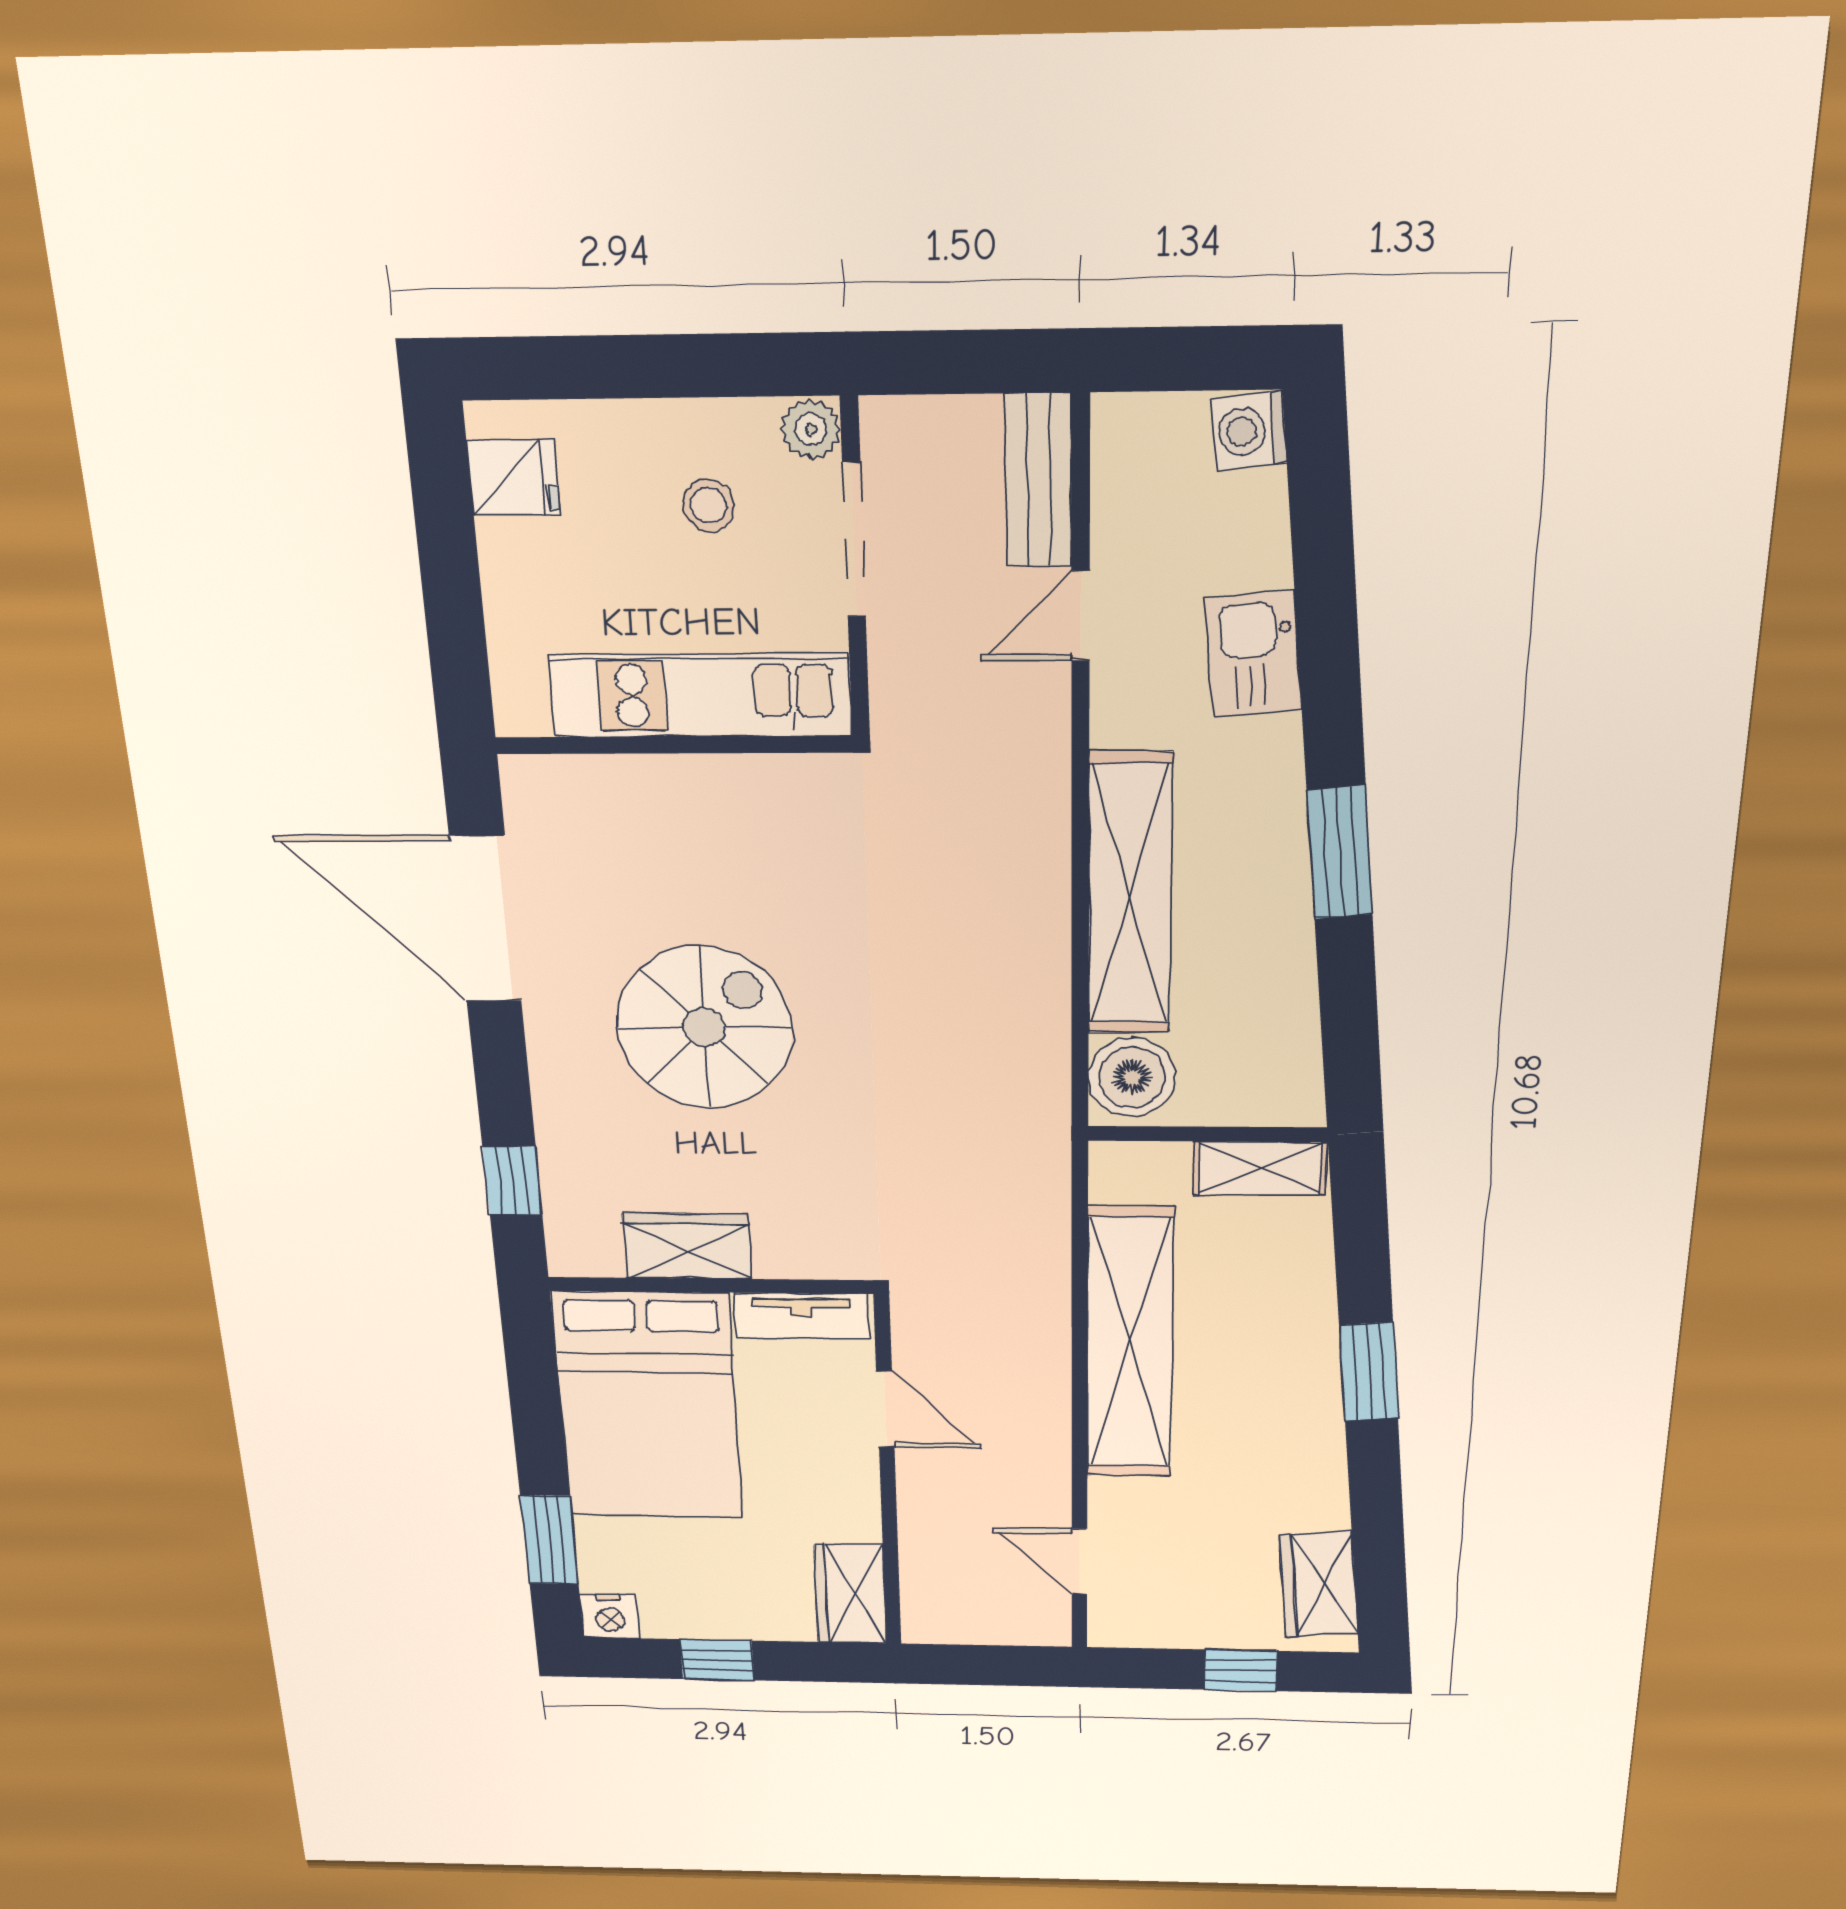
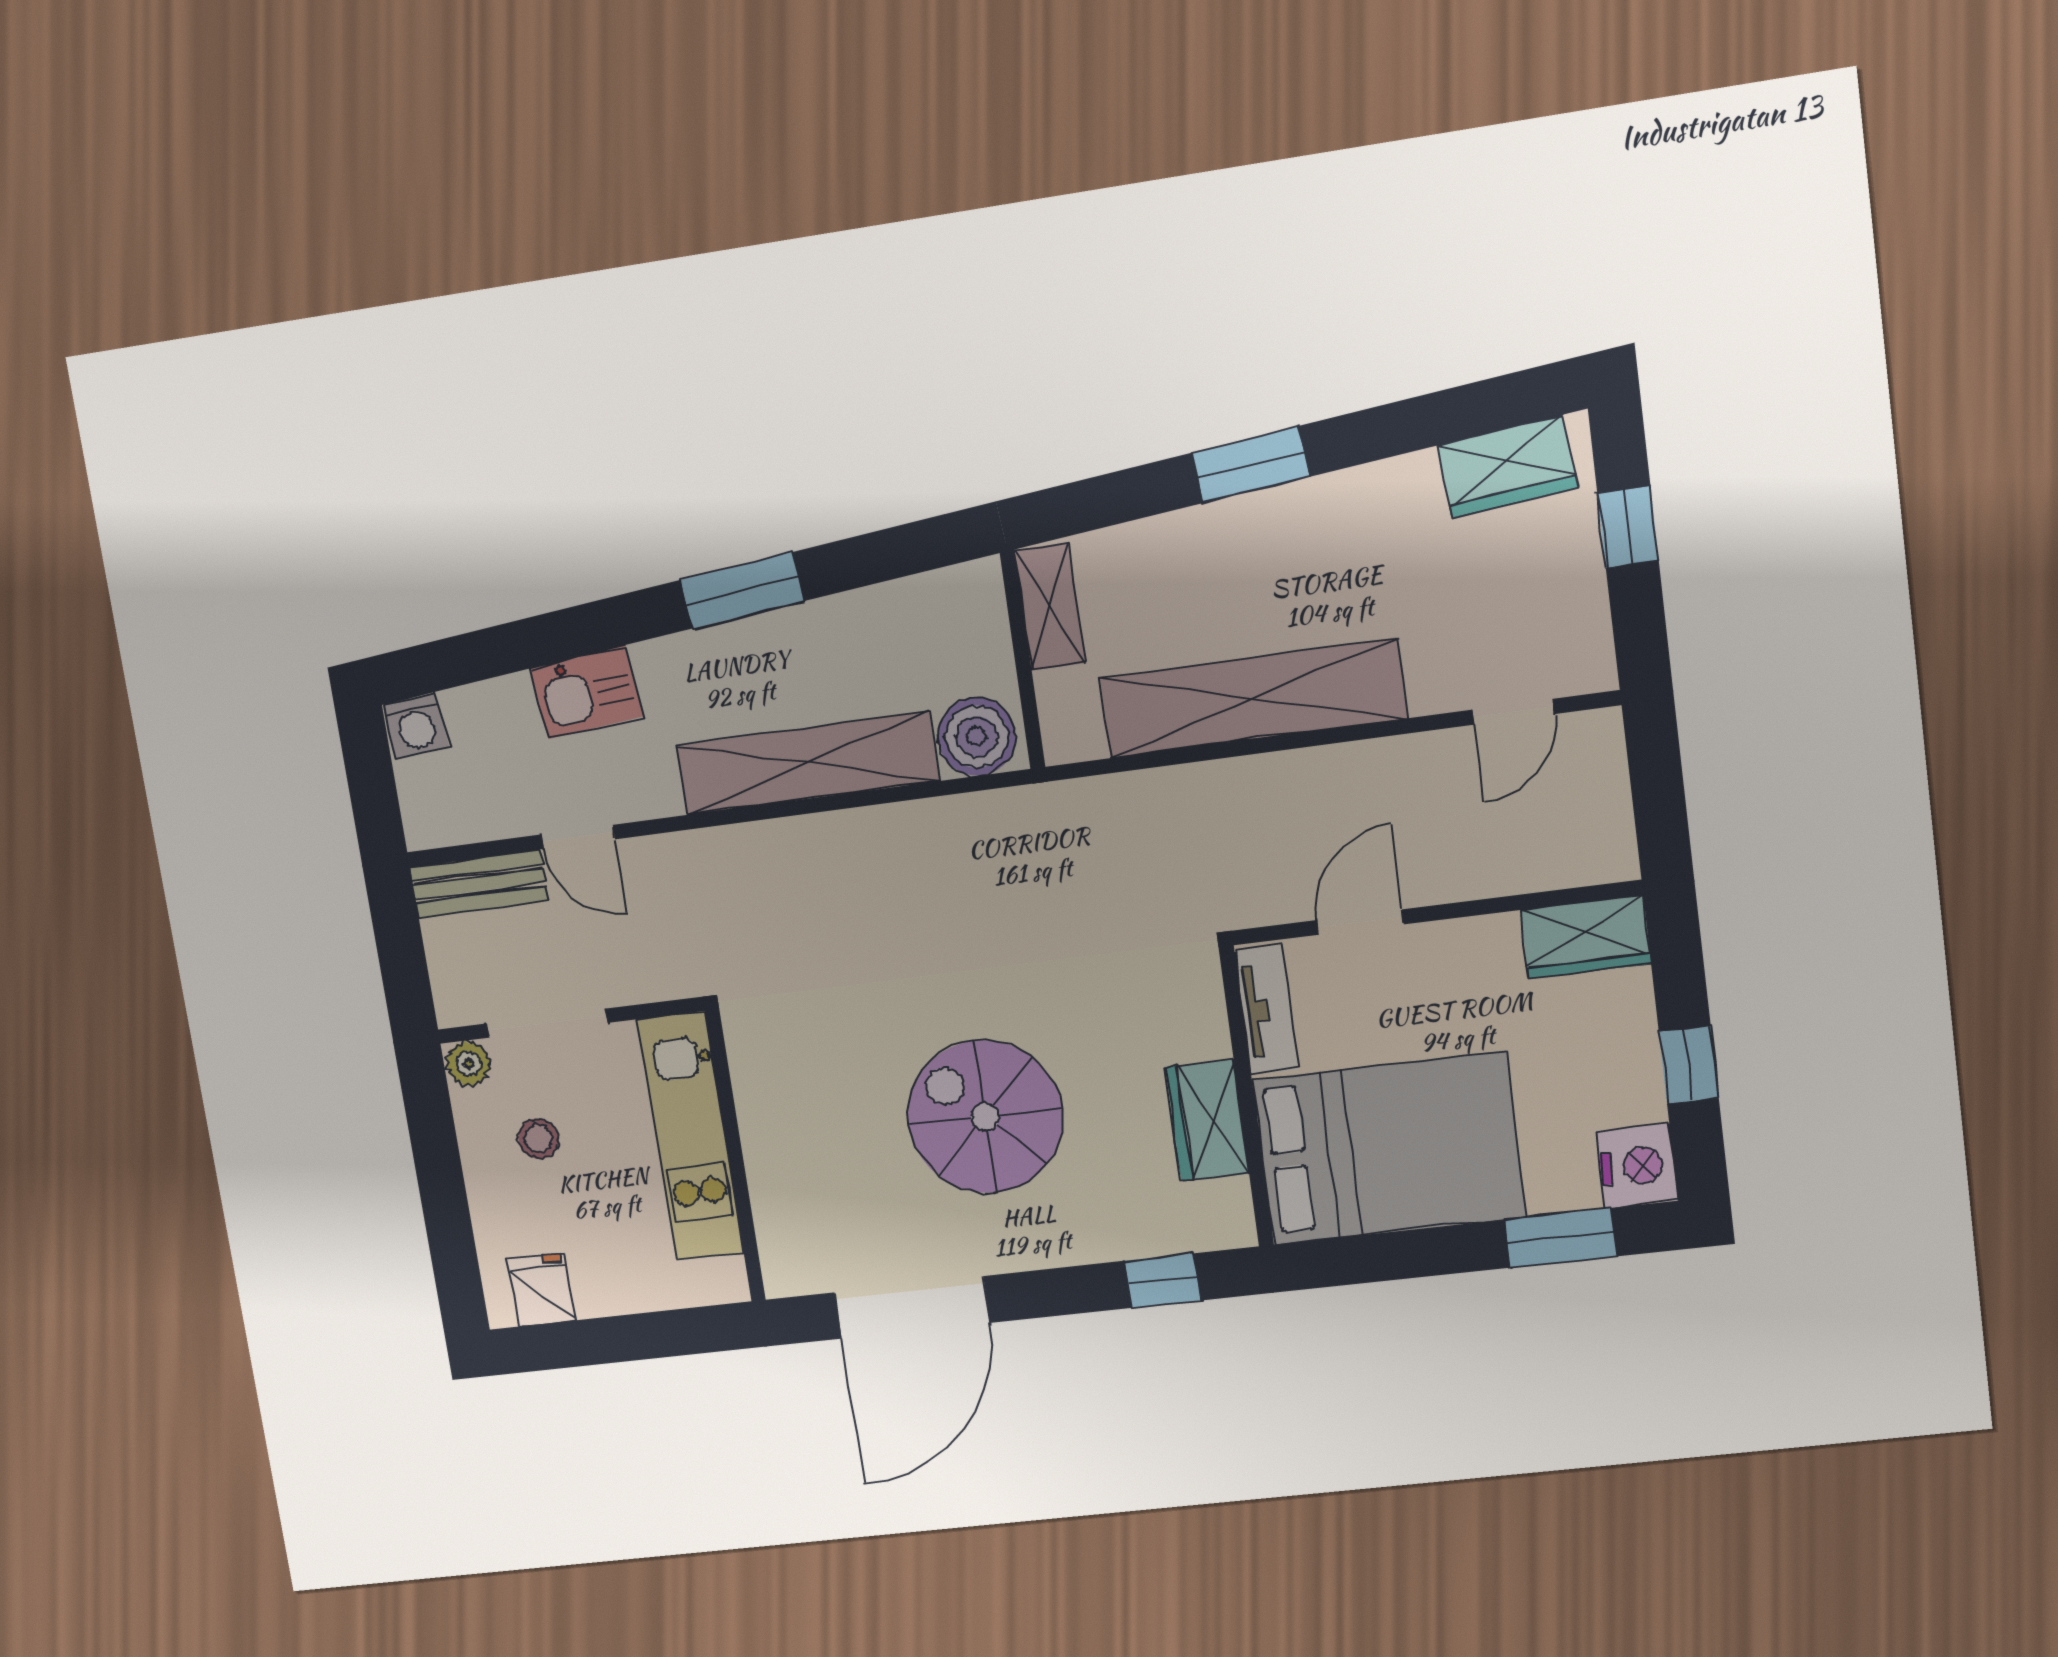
nightstand: (610, 1616) -> (1637, 1166), width x1.36, depth x1.33

